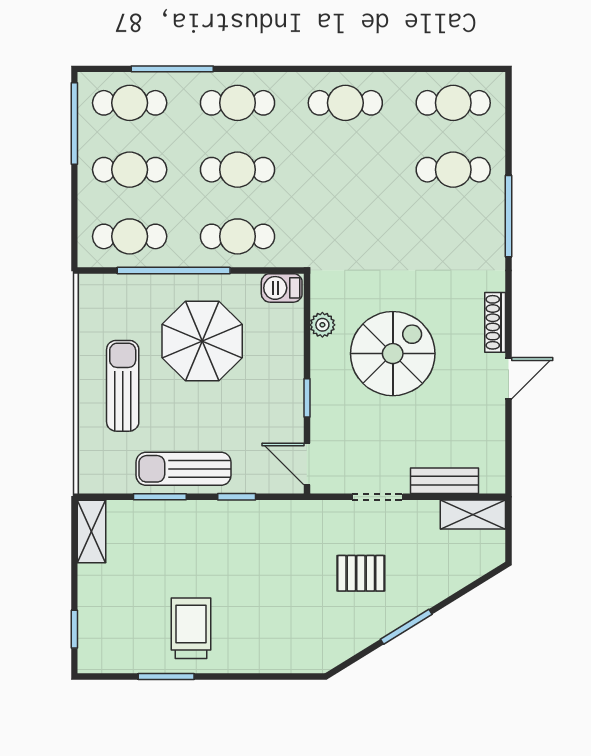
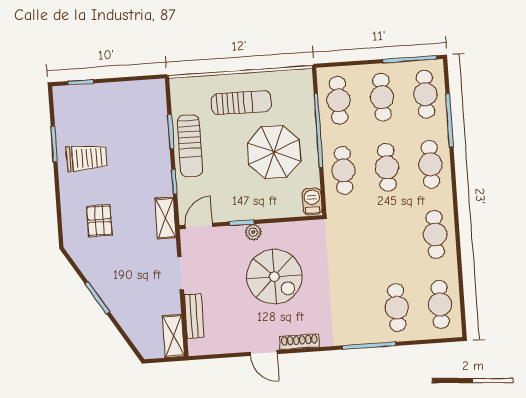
plant: (322, 325) -> (253, 232), moved
sun lounger: (183, 469) -> (190, 146), turned 180
shelving: (92, 532) -> (165, 218), moved, turned 90
pallet: (361, 573) -> (99, 221), moved

